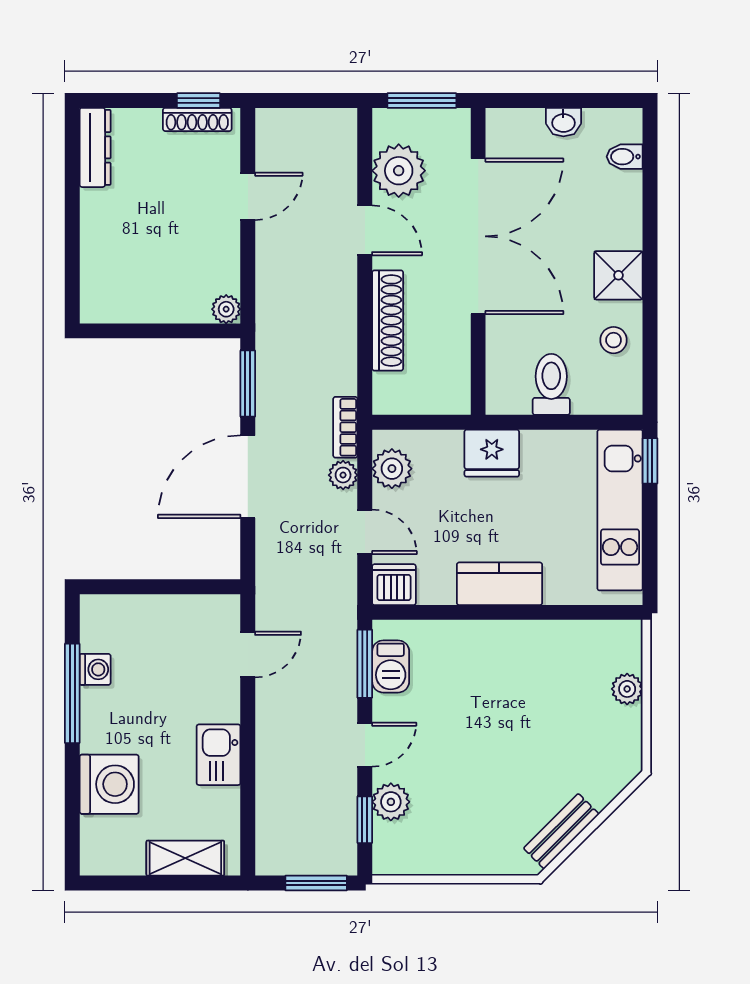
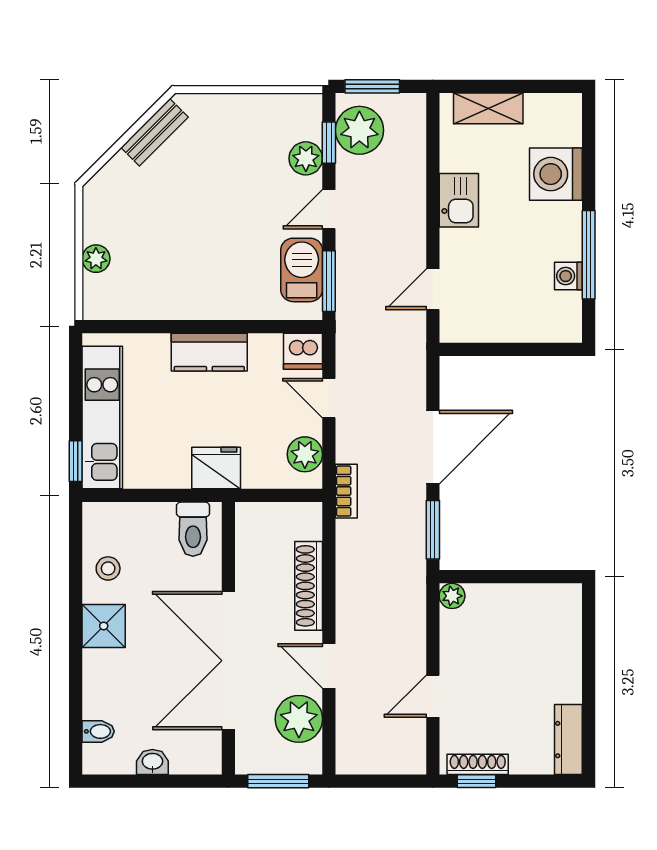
toilet: (551, 384) -> (193, 529), moved
plant: (343, 475) -> (359, 130), moved, width x1.88, depth x1.88
barbecue: (391, 666) -> (302, 270), width x1.38, depth x1.27

